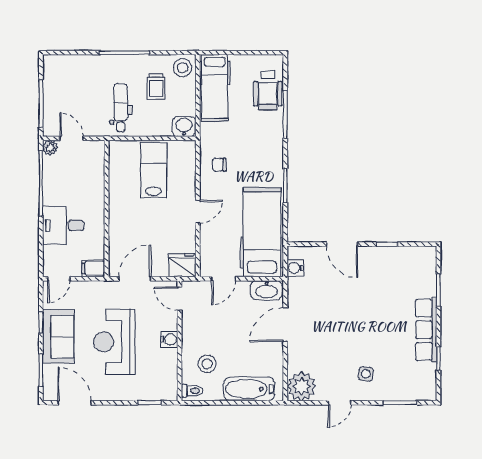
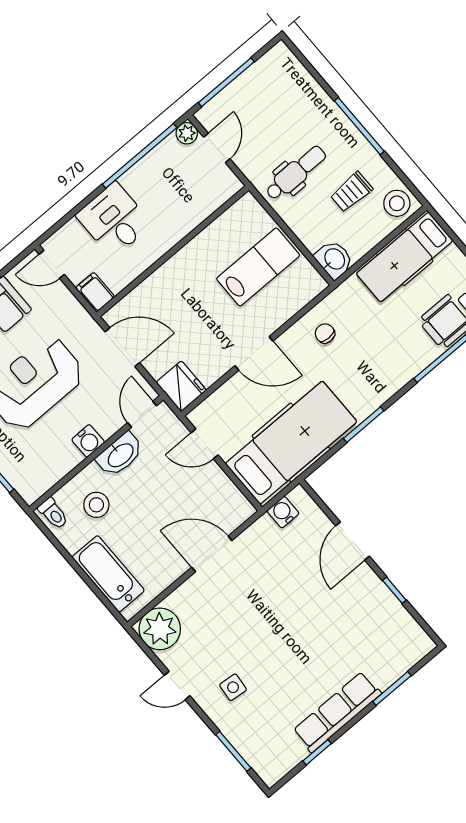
door: (198, 212) -> (254, 353), width x1.38
washbasin: (267, 290) -> (120, 455), moved, turned -90

